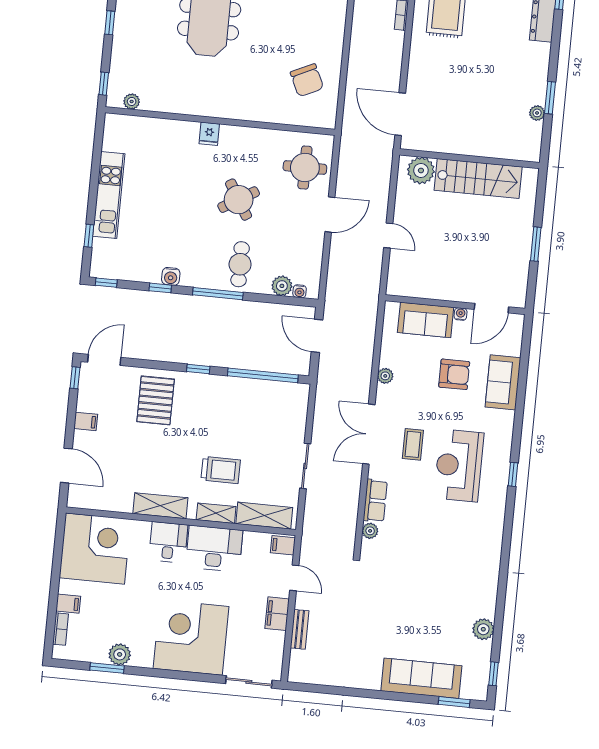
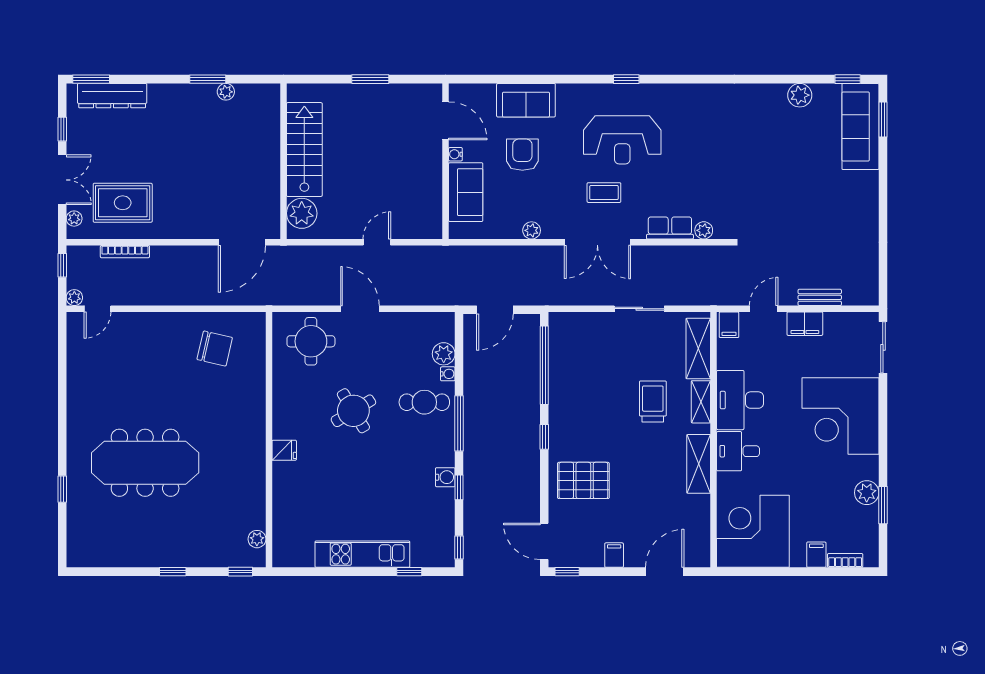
chair: (307, 80) -> (215, 349), turned 38
water cooler: (300, 291) -> (448, 374), moved
sofa: (421, 678) -> (860, 127), moved

